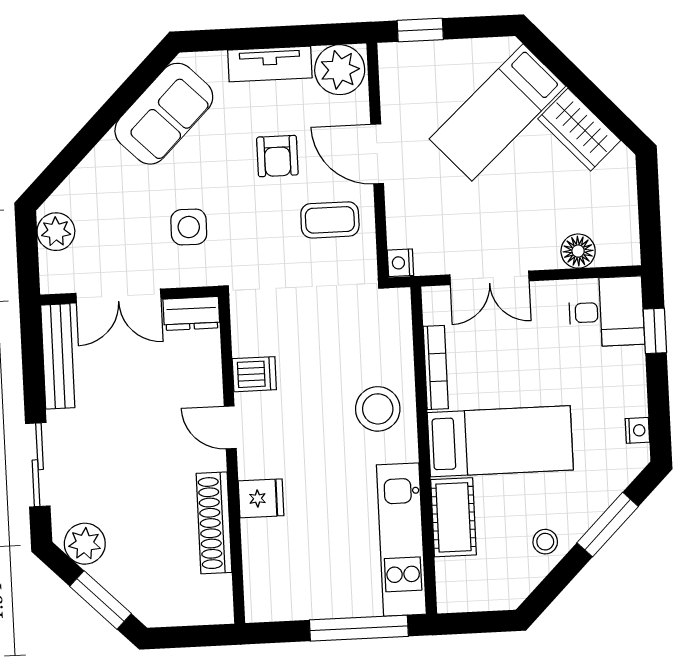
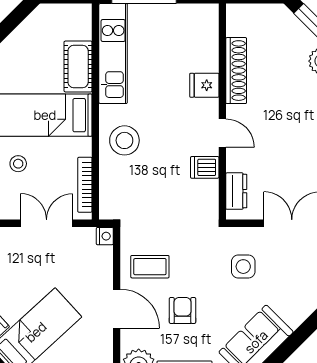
dresser: (191, 313) -> (236, 191), moved, turned 90
bookcase: (436, 368) -> (85, 185), moved
stool: (545, 542) -> (18, 164), moved

